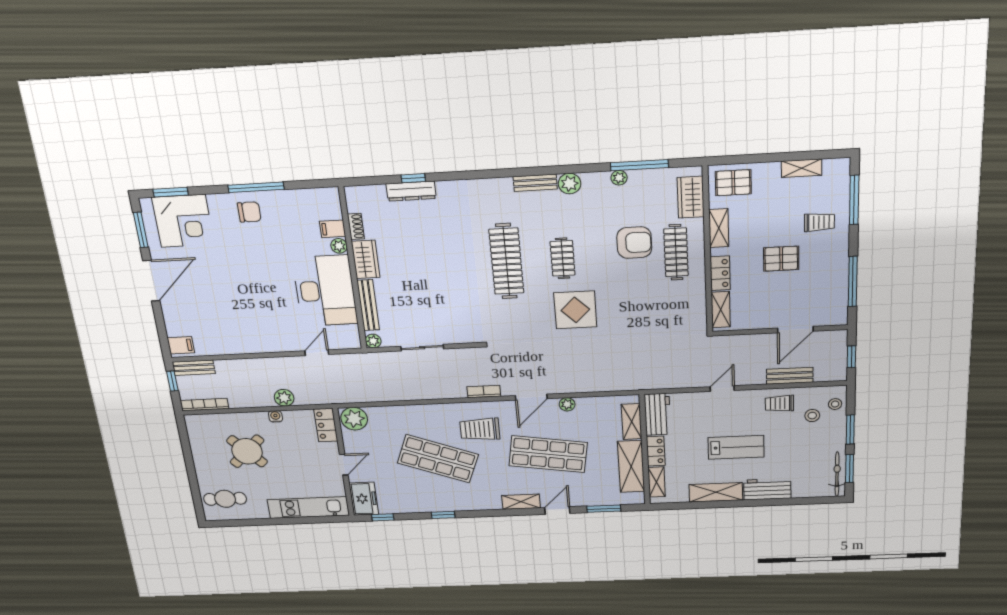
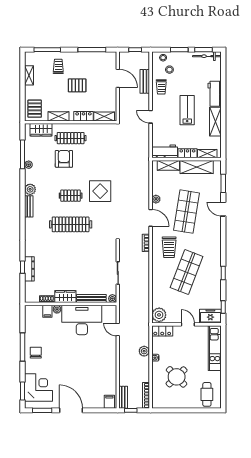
pallet: (781, 259) -> (77, 85), turned 90
shelving: (521, 502) -> (217, 229), removed

